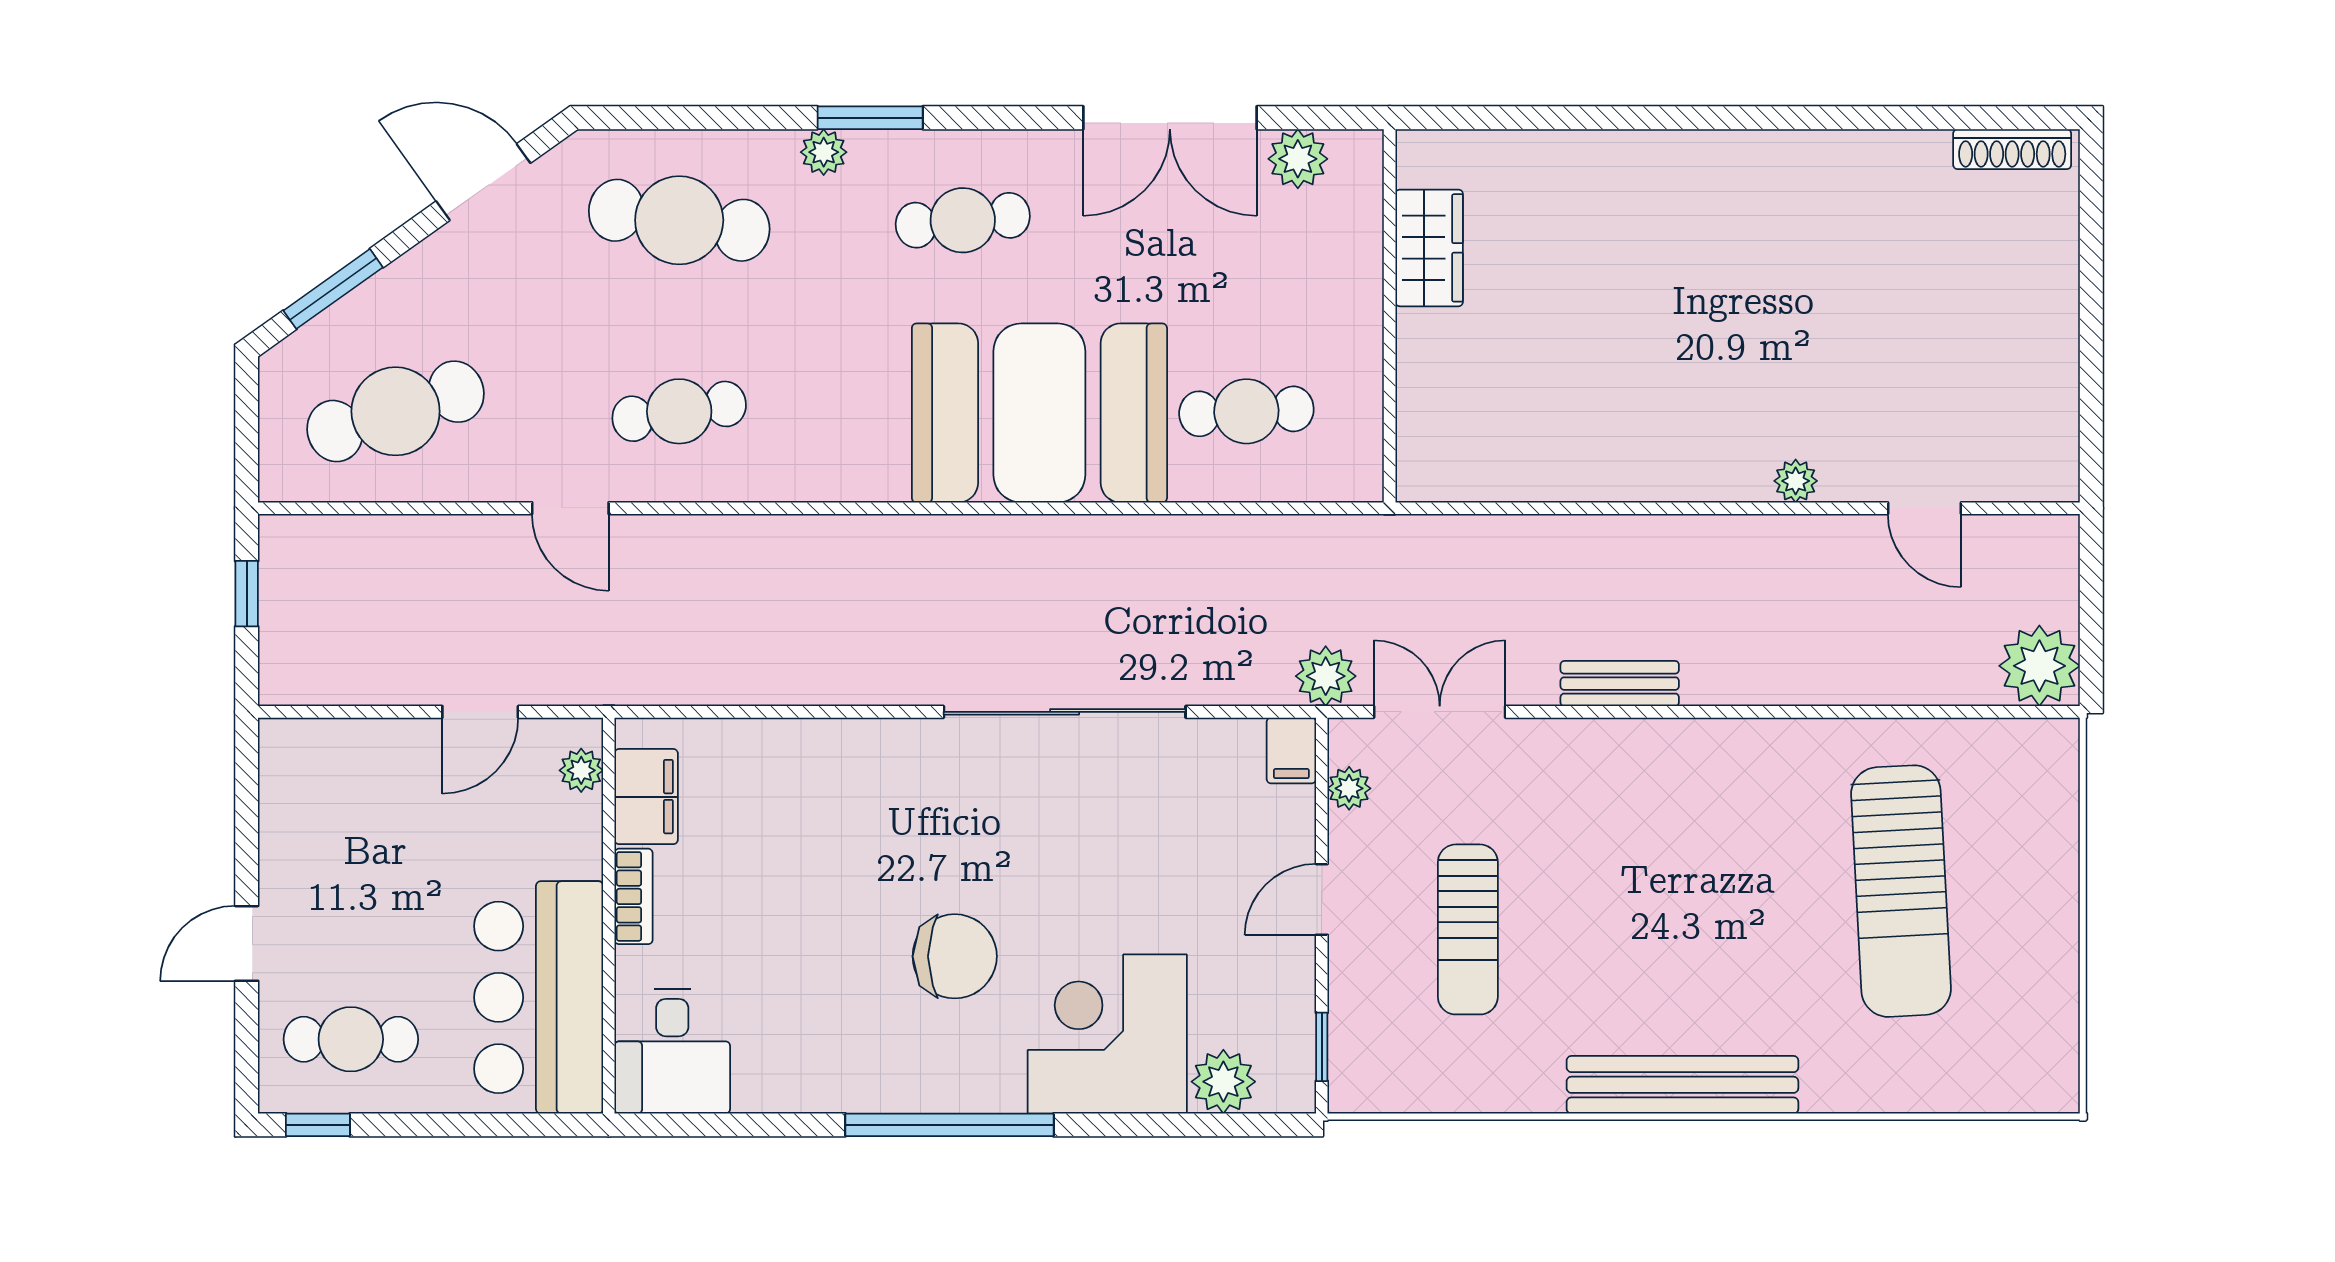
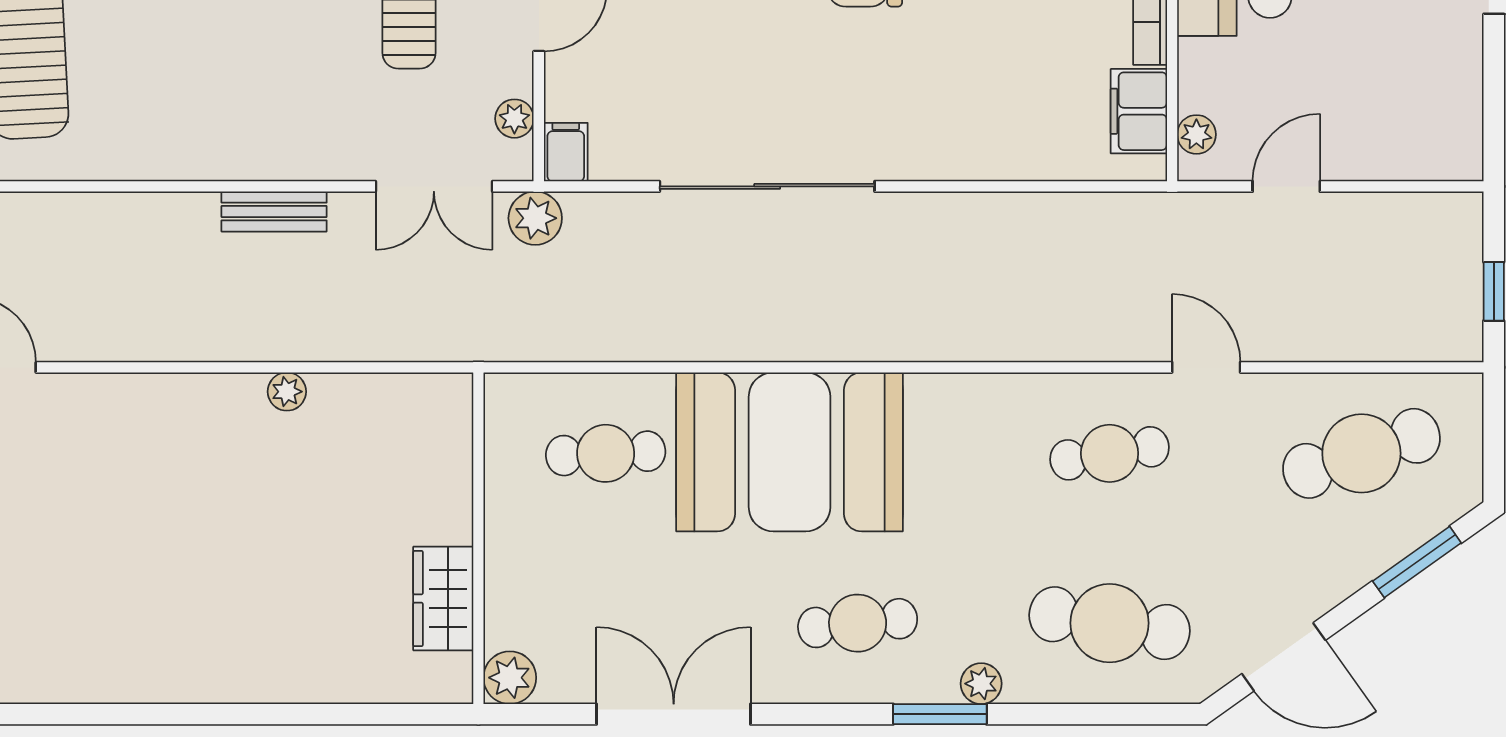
plant: (1298, 159) -> (510, 678), moved
plant: (1796, 481) -> (287, 392), moved

